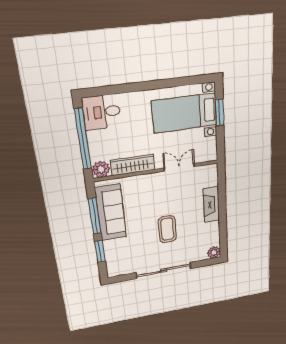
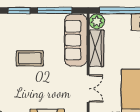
sofa: (111, 213) -> (76, 40), moved, turned 90
coffee table: (167, 229) -> (30, 58), moved

